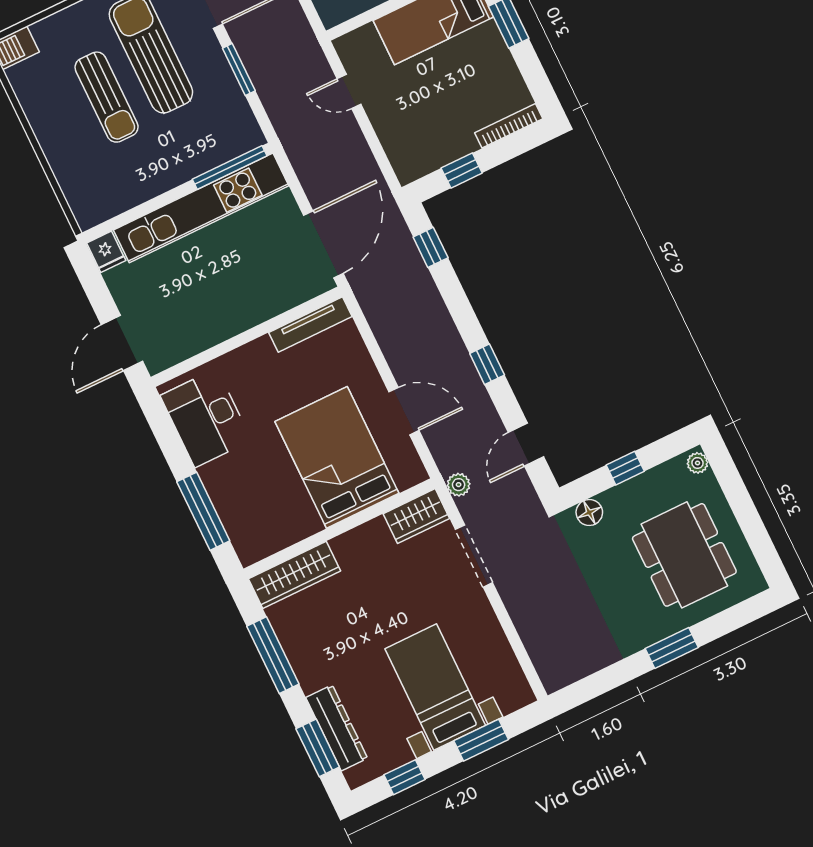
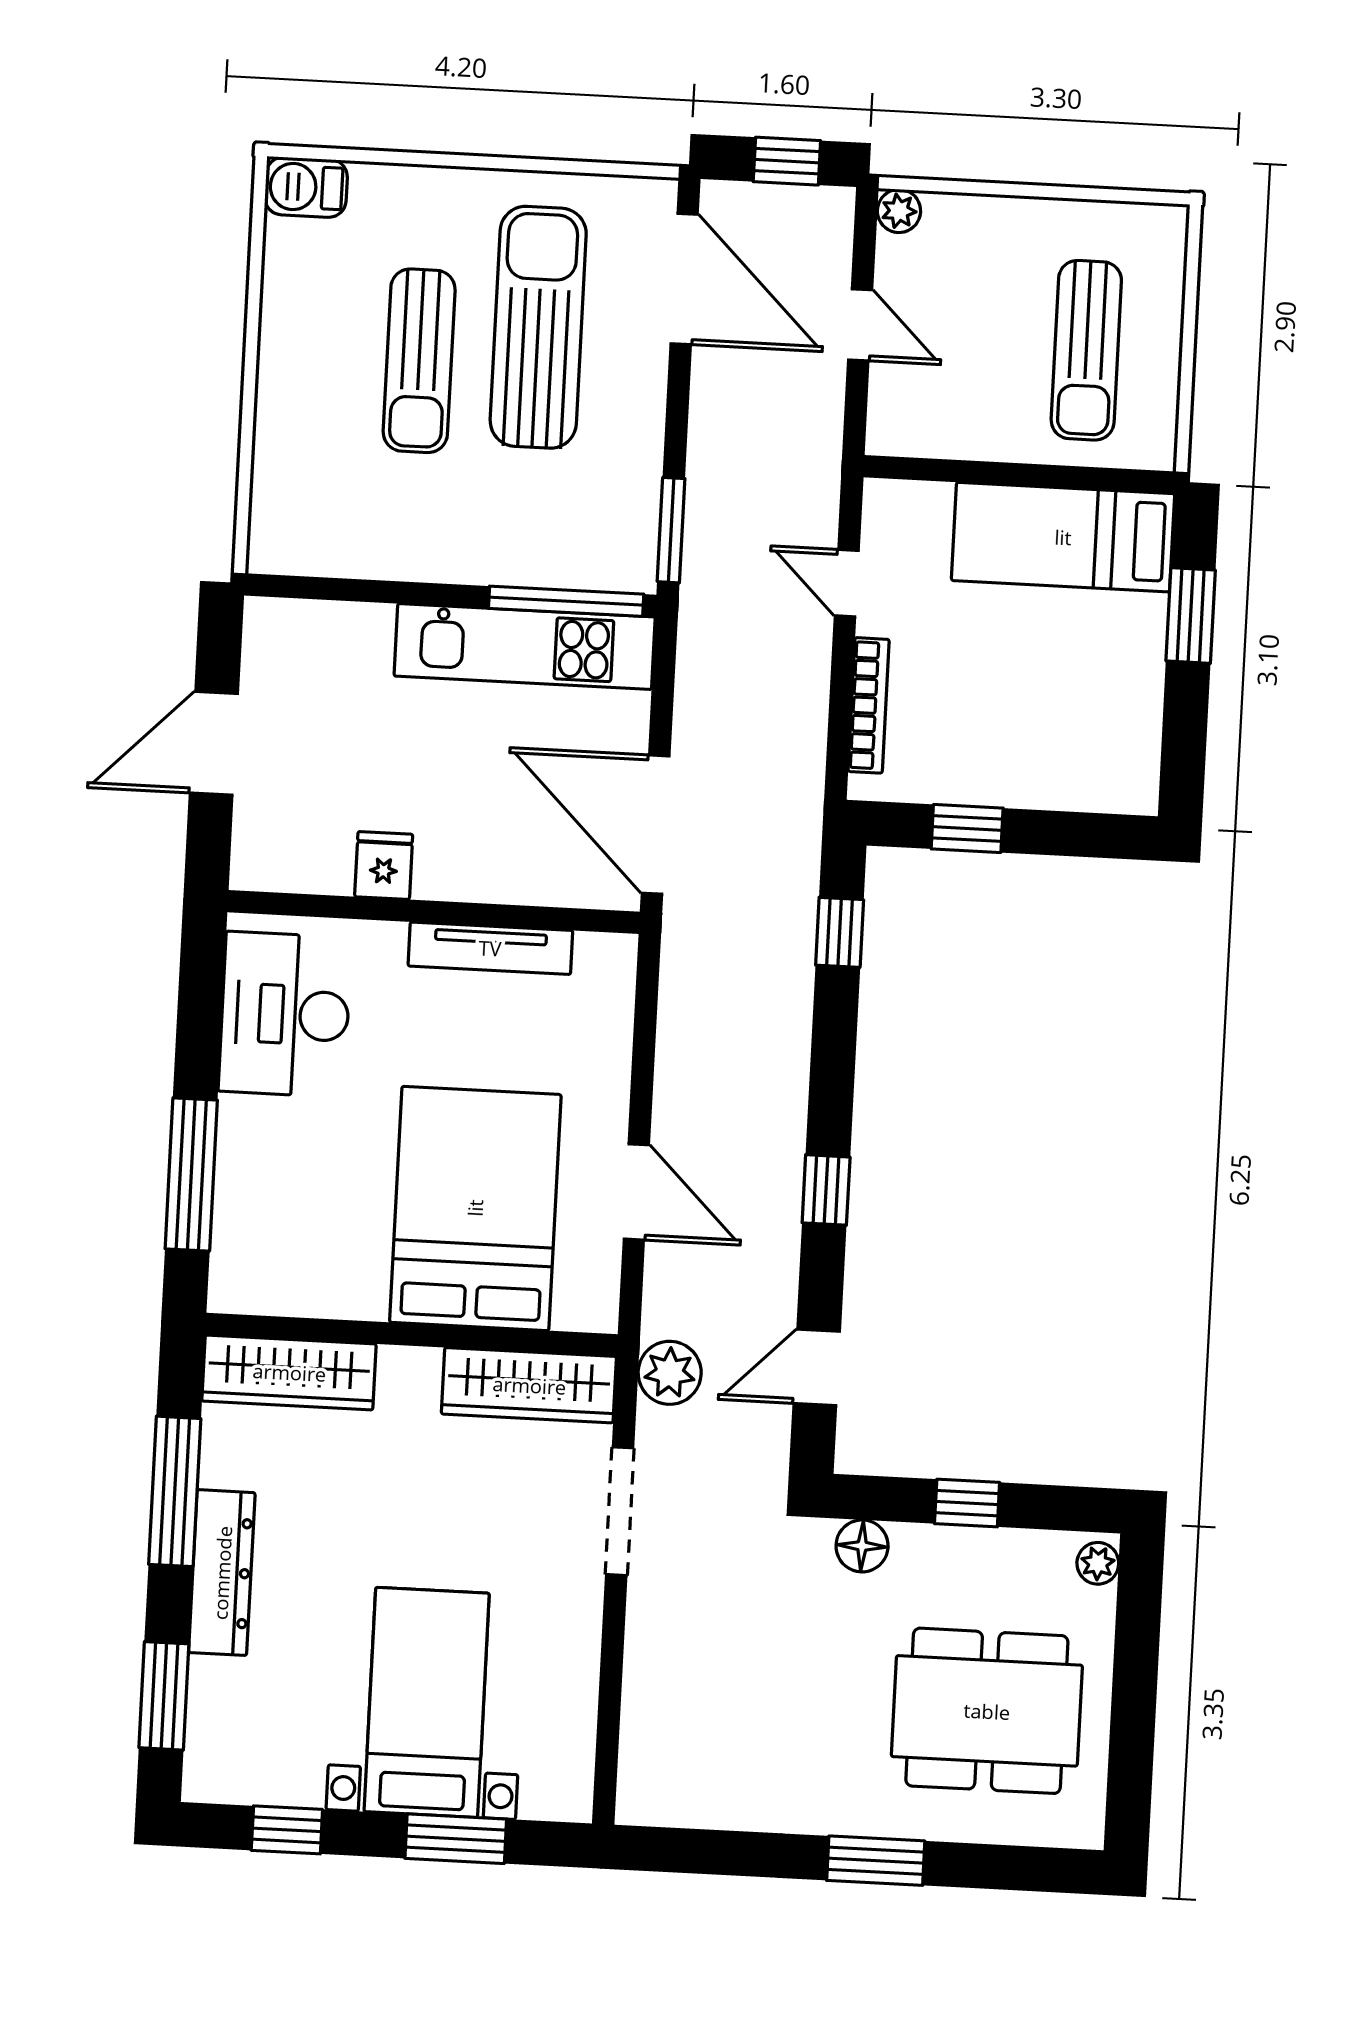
window: (239, 69) -> (671, 530), moved
bookcase: (509, 126) -> (869, 705), moved, turned 90
kitchen unit: (201, 208) -> (525, 647), width x0.73
door: (323, 244) -> (656, 825), swing flipped
fridge: (106, 252) -> (384, 865), moved, turned 180
tv unit: (310, 324) -> (490, 948), moved
door: (122, 343) -> (214, 743), moved
plant: (459, 485) -> (670, 1373), width x1.38, depth x1.38
wardrobe: (416, 516) -> (529, 1385), width x1.50
dining table: (684, 555) -> (987, 1711), turned 90
dresser: (337, 728) -> (222, 1573), moved

